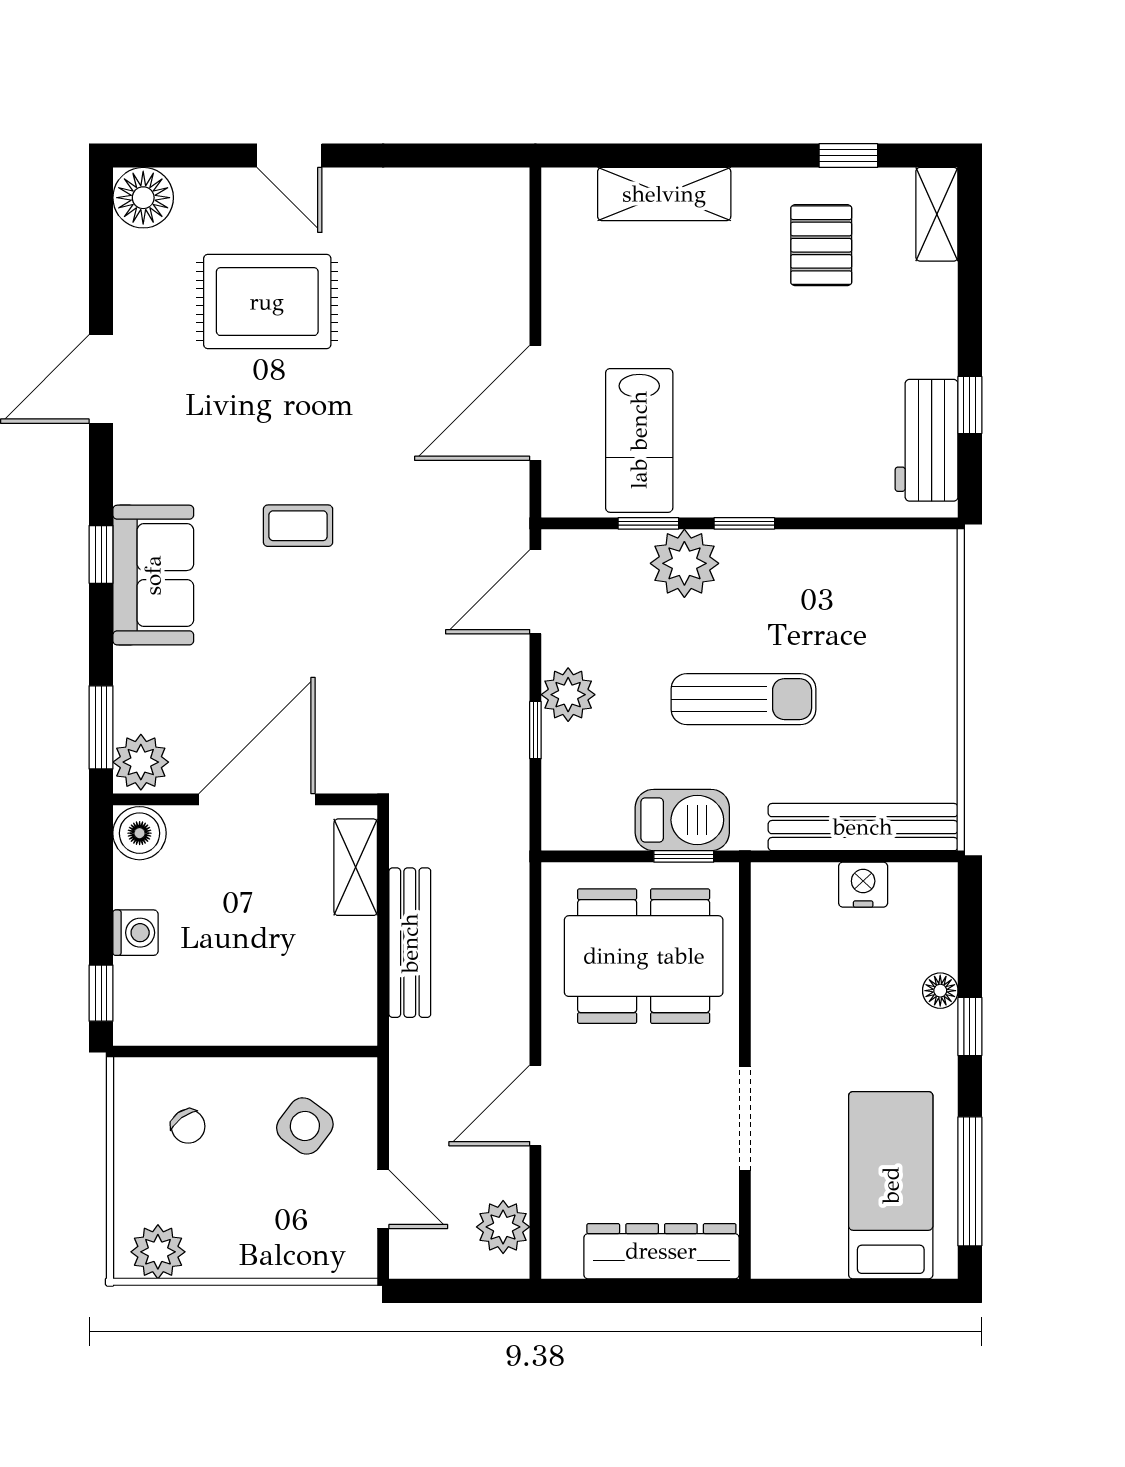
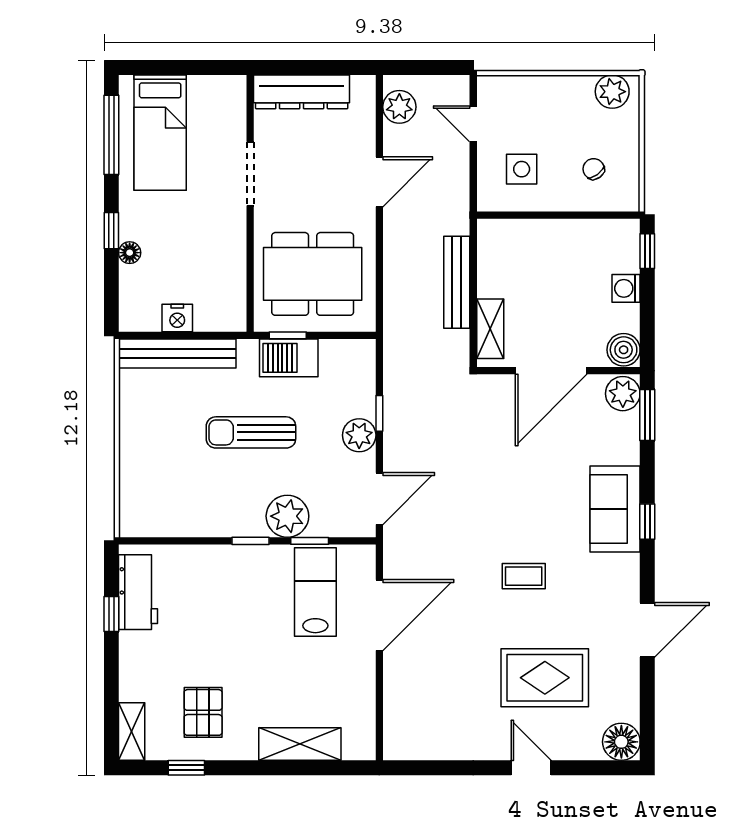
coffee table: (298, 526) -> (524, 576), moved
side table: (305, 1126) -> (522, 169), turned -37

